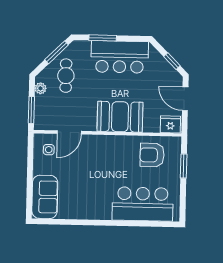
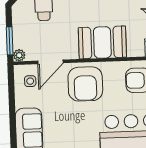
plant: (40, 88) -> (19, 55), moved
armchair: (101, 155) -> (85, 84), added

